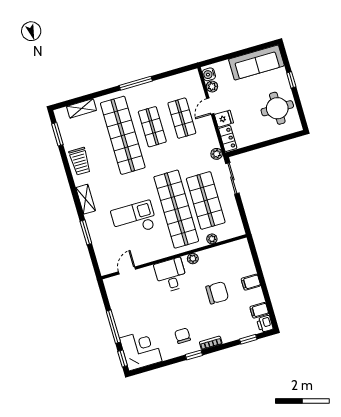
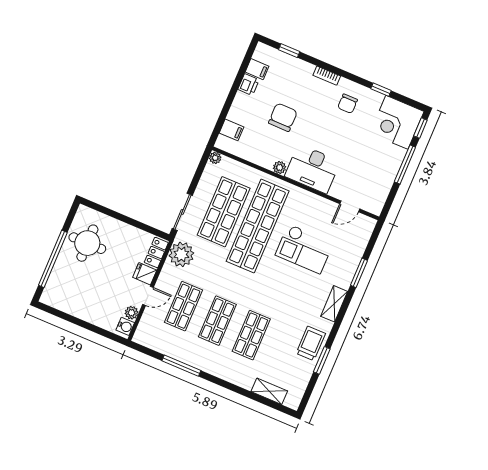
sofa: (256, 63) -> (72, 301), removed
window: (291, 80) -> (53, 259), width x3.17
window: (136, 83) -> (181, 366), moved
window: (57, 134) -> (322, 360), moved
shop shelf: (123, 135) -> (251, 335), width x0.50, depth x0.74
plant: (217, 154) -> (181, 254), width x1.87, depth x1.87
plant: (212, 239) -> (215, 158), moved
desk: (171, 275) -> (312, 169), width x1.37
filing cabinet: (251, 282) -> (232, 130), moved
chair: (217, 293) -> (283, 117), turned 90
printer: (265, 324) -> (248, 85), moved
window: (194, 355) -> (381, 90), moved

